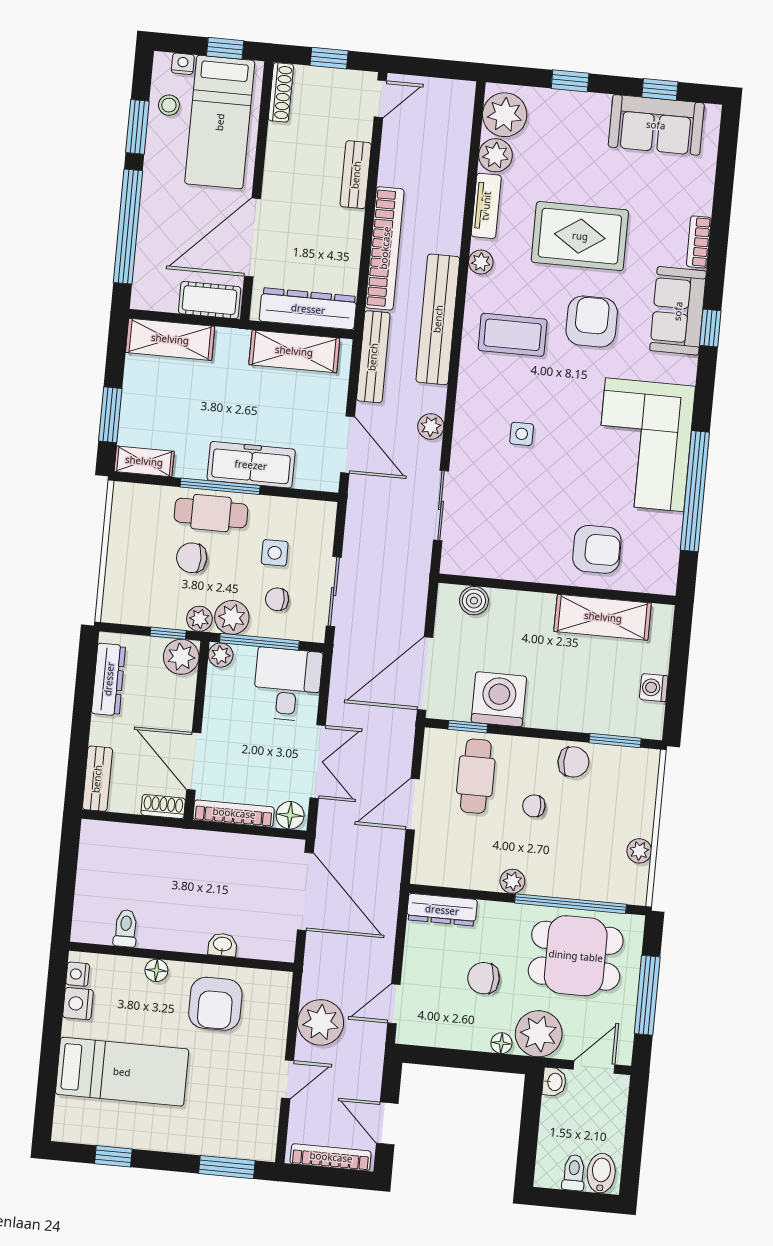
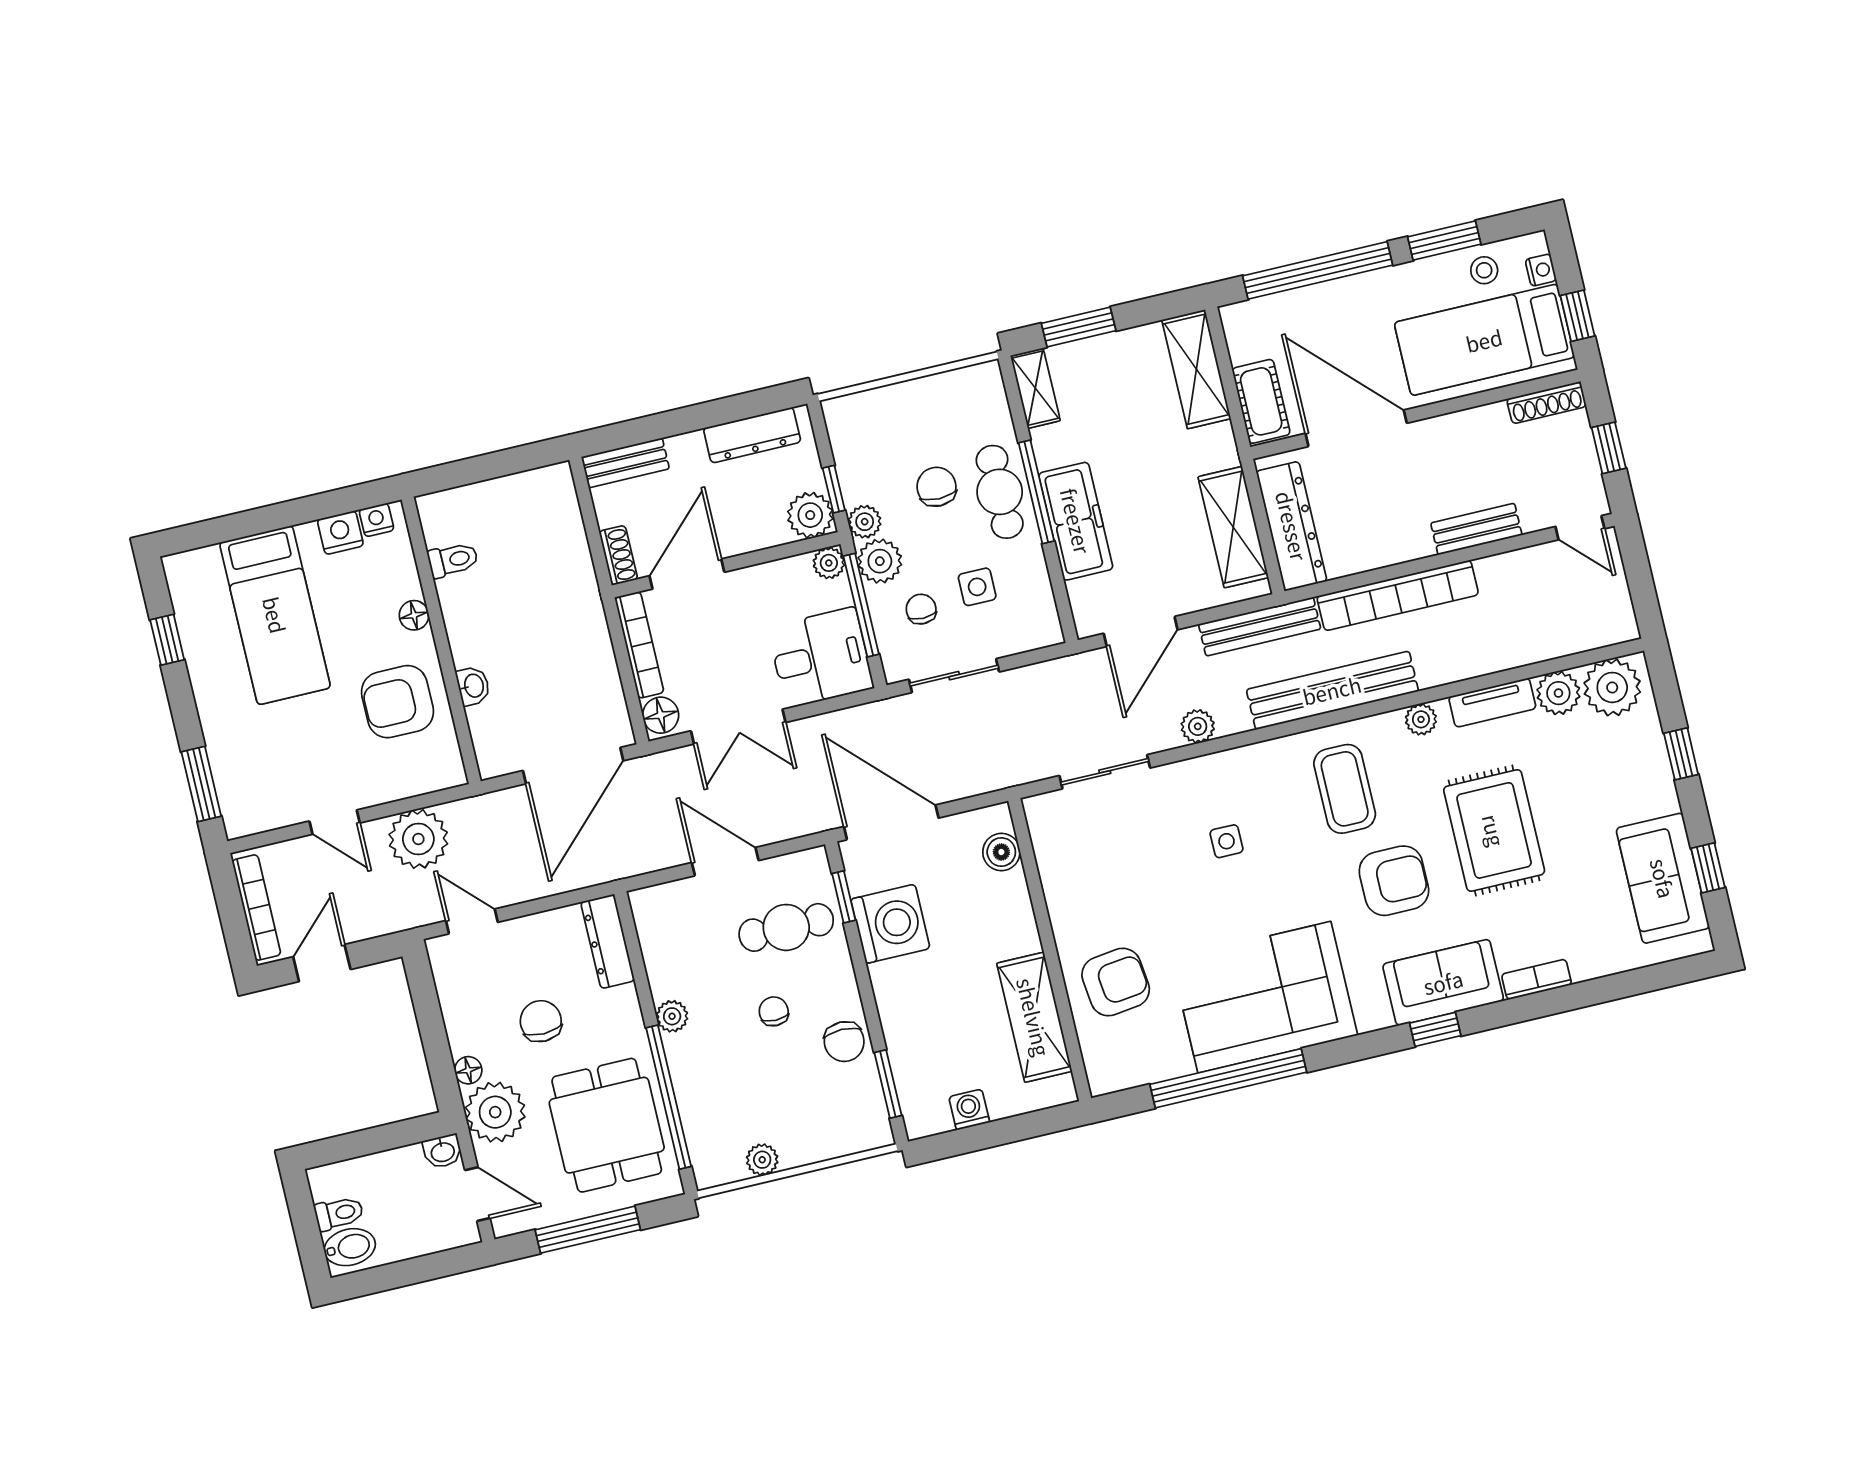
armchair: (597, 549) -> (1116, 982), turned -97

